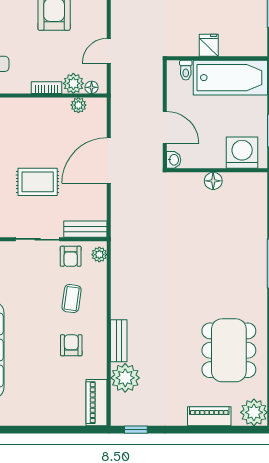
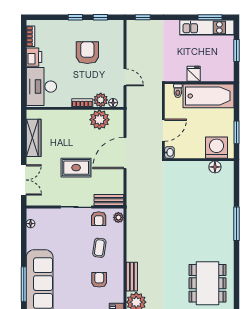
door: (109, 51) -> (125, 77), swing flipped
plant: (78, 105) -> (99, 120), width x1.88, depth x1.88
door: (165, 127) -> (163, 130), hinge flipped
floor lamp: (213, 181) -> (215, 167), moved

